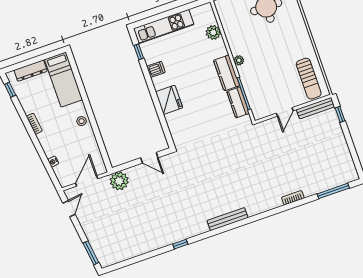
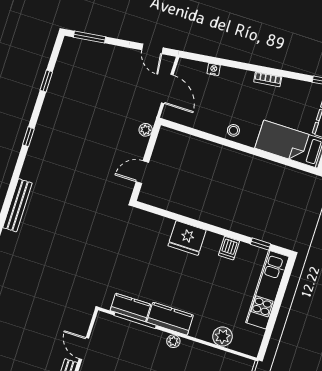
plant: (119, 181) -> (146, 130), width x0.53, depth x0.53
window: (138, 259) -> (46, 81), added

